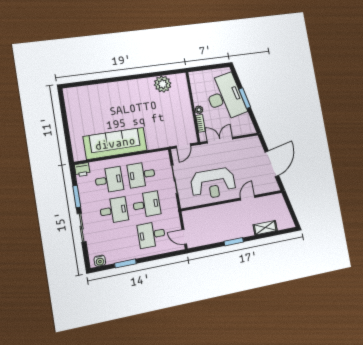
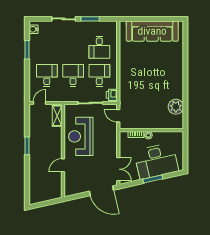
double door: (220, 140) -> (118, 169), moved
sofa: (115, 143) -> (152, 31), moved, turned 90
door: (272, 164) -> (101, 191), moved
printer: (82, 170) -> (112, 95), moved
door: (248, 198) -> (63, 165), swing flipped
desk: (146, 205) -> (73, 75), turned 180
desk: (114, 210) -> (73, 47), removed
shelving: (265, 228) -> (57, 116), moved

